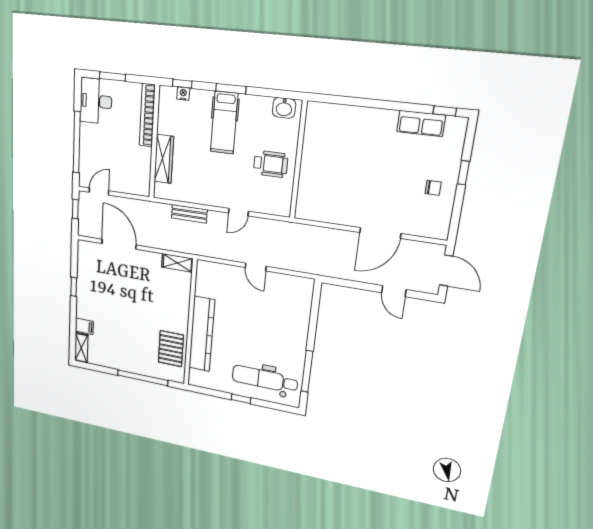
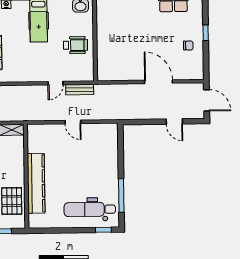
bench: (189, 214) -> (80, 90), moved
door: (380, 233) -> (159, 82), swing flipped
window: (241, 399) -> (103, 230), moved

